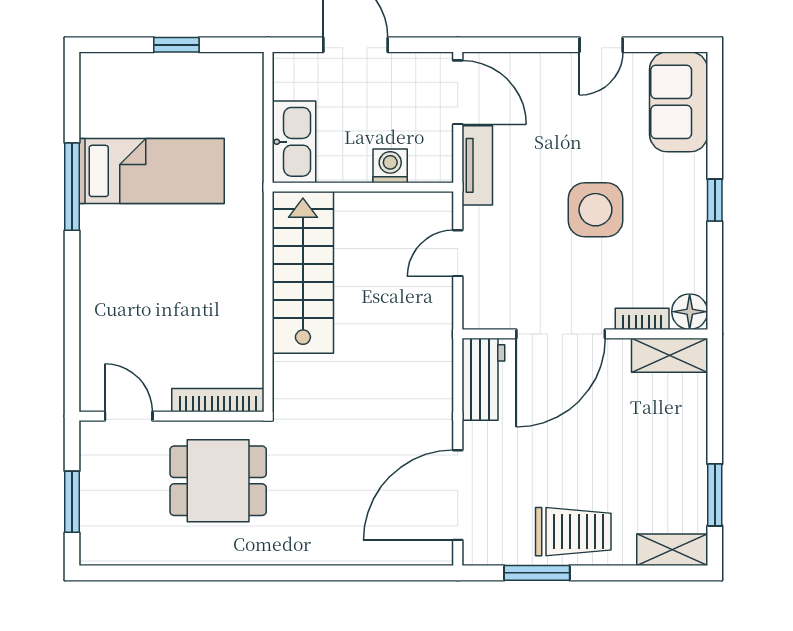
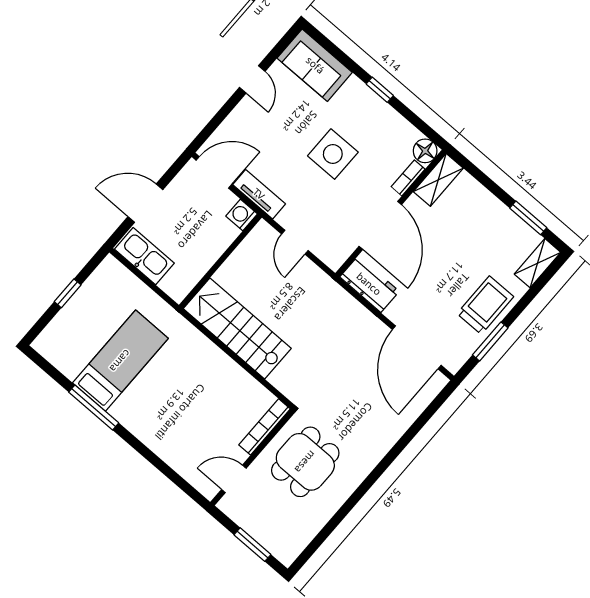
kitchen sink: (294, 142) -> (144, 256), moved
washing machine: (390, 166) -> (242, 215), moved

